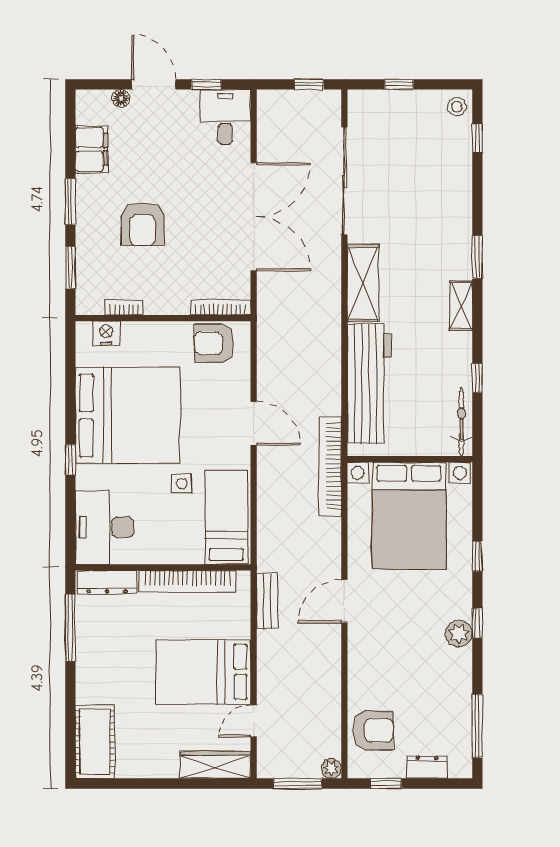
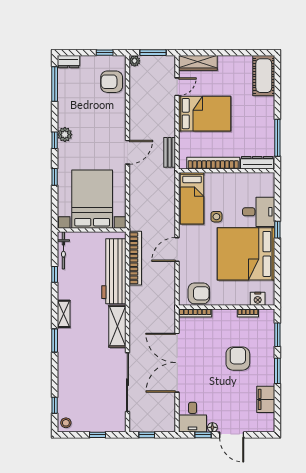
floor lamp: (121, 98) -> (212, 427), moved
door: (254, 423) -> (177, 250), hinge flipped
bookcase: (330, 466) -> (135, 258), moved
desk: (104, 527) -> (259, 212), moved, width x0.73
dresser: (427, 767) -> (69, 62), moved

